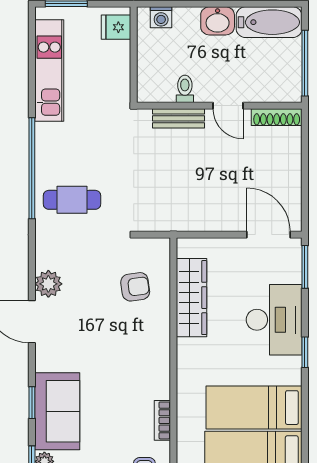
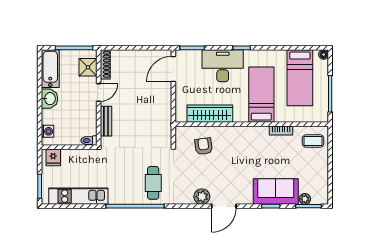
shower: (272, 87) -> (88, 67), added
toilet: (185, 89) -> (89, 141), moved
bed: (254, 408) -> (261, 95), moved, turned 180

